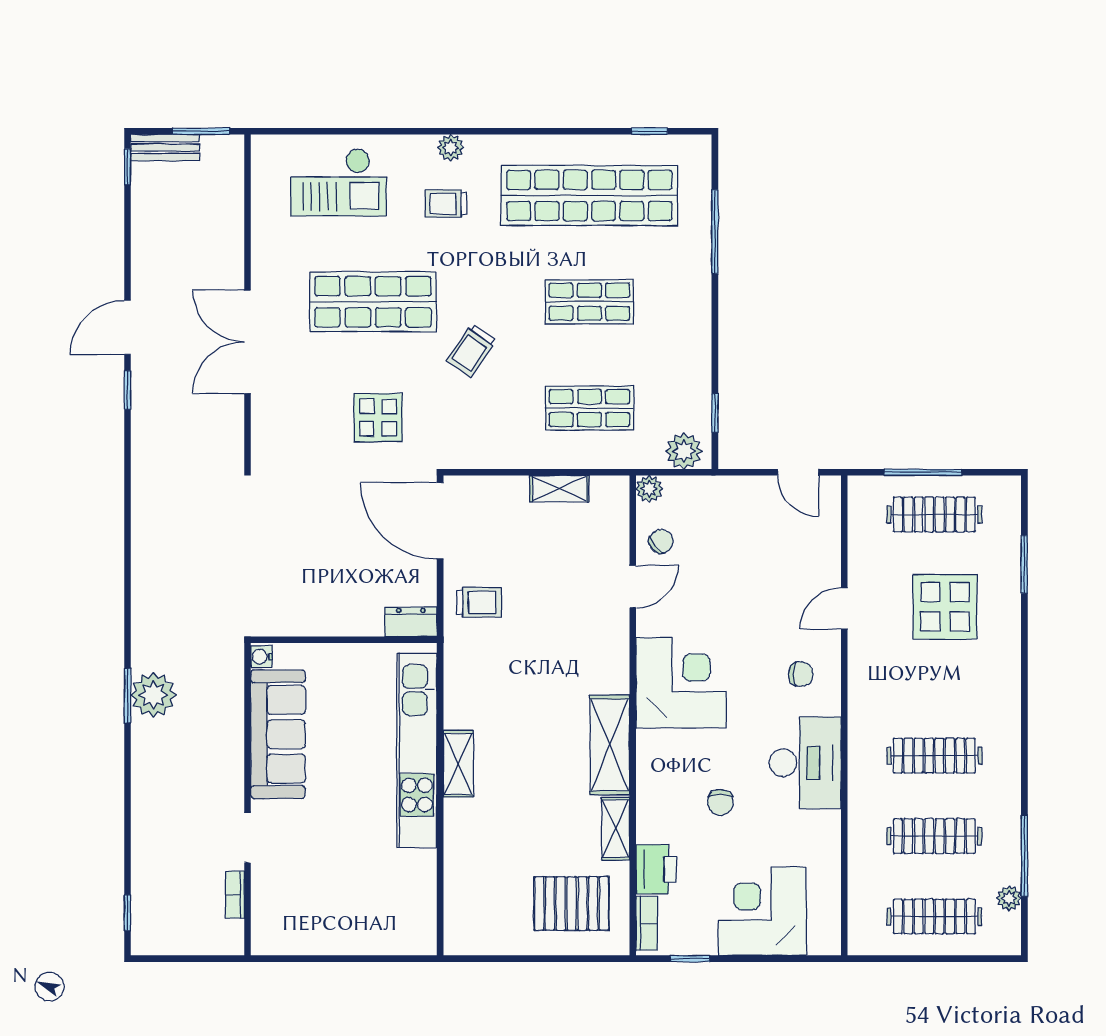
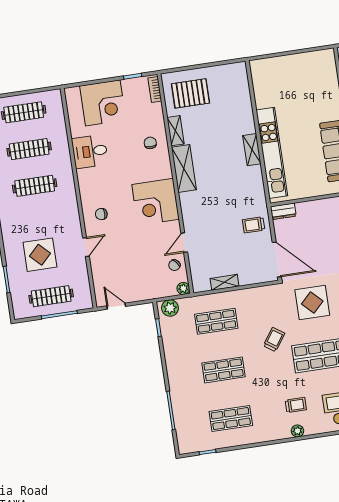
shop shelf: (589, 195) -> (231, 419), width x0.50, depth x0.74
display table: (378, 418) -> (312, 302), width x1.36, depth x1.36
desk: (805, 763) -> (90, 151), moved, width x0.73
chair: (720, 802) -> (150, 143), moved
printer: (656, 869) -> (154, 115), removed

